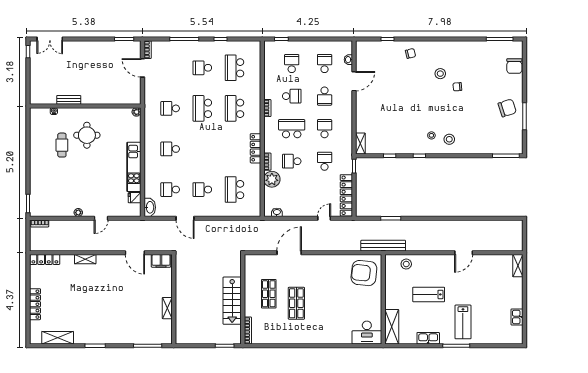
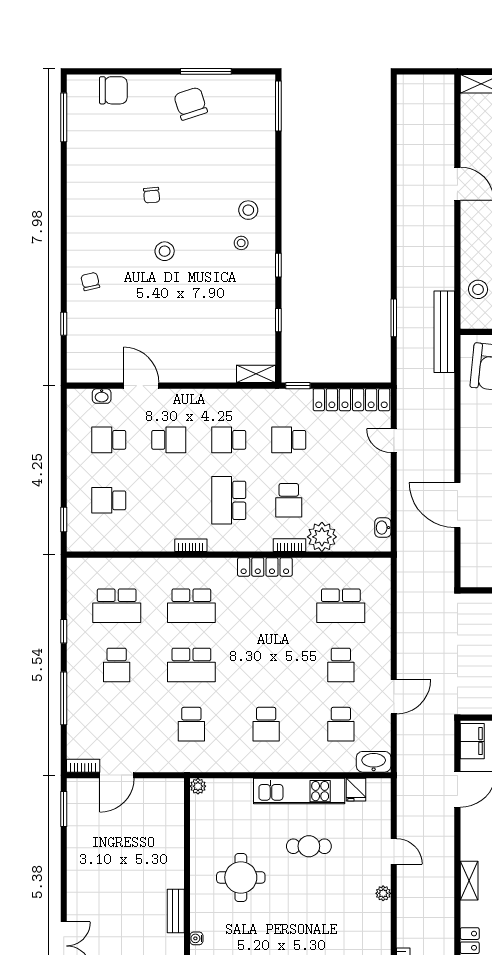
stool: (440, 74) -> (165, 251), moved
school desk: (292, 96) -> (169, 500), removed
cafe table: (62, 145) -> (309, 846), moved

